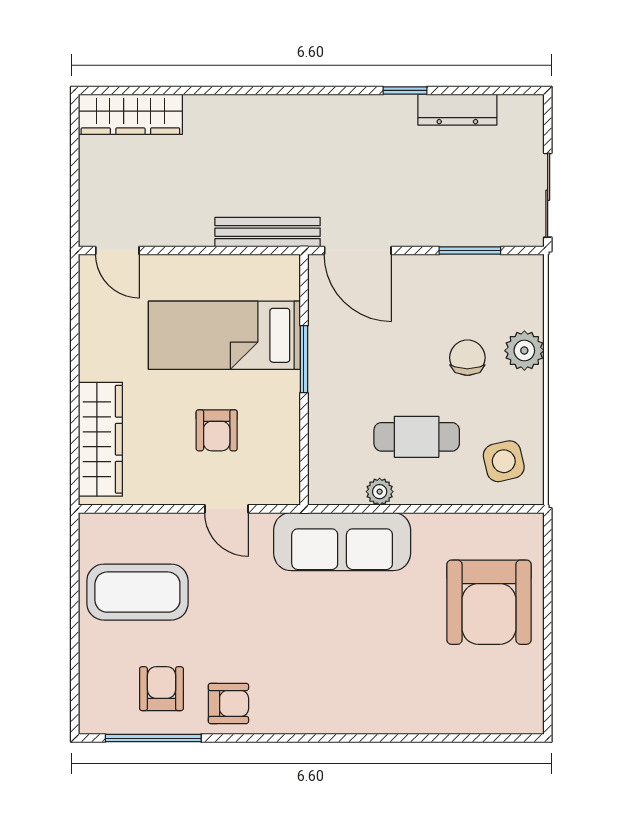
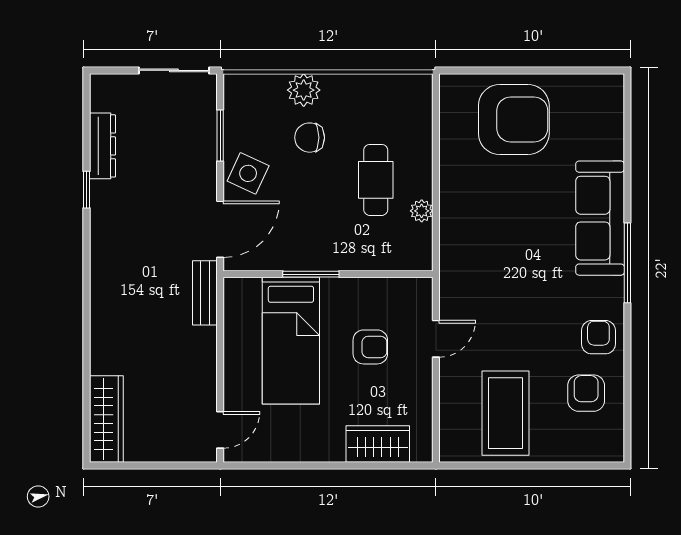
bench: (268, 232) -> (205, 293), width x0.73
wardrobe: (100, 439) -> (378, 444), width x0.67
side table: (504, 461) -> (248, 173), moved, turned 38
sofa: (342, 542) -> (600, 218), moved, turned 180
armchair: (161, 689) -> (586, 393), turned 90
window: (153, 738) -> (627, 263), moved

